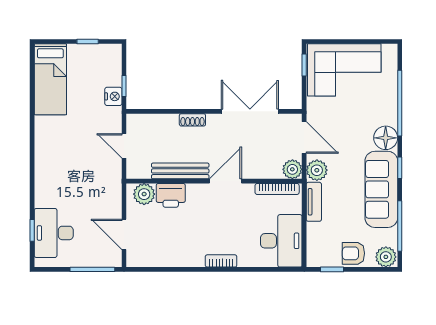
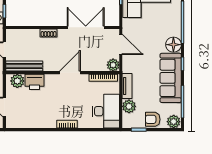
plant: (317, 170) -> (129, 106), moved
bench: (180, 171) -> (24, 66), moved

